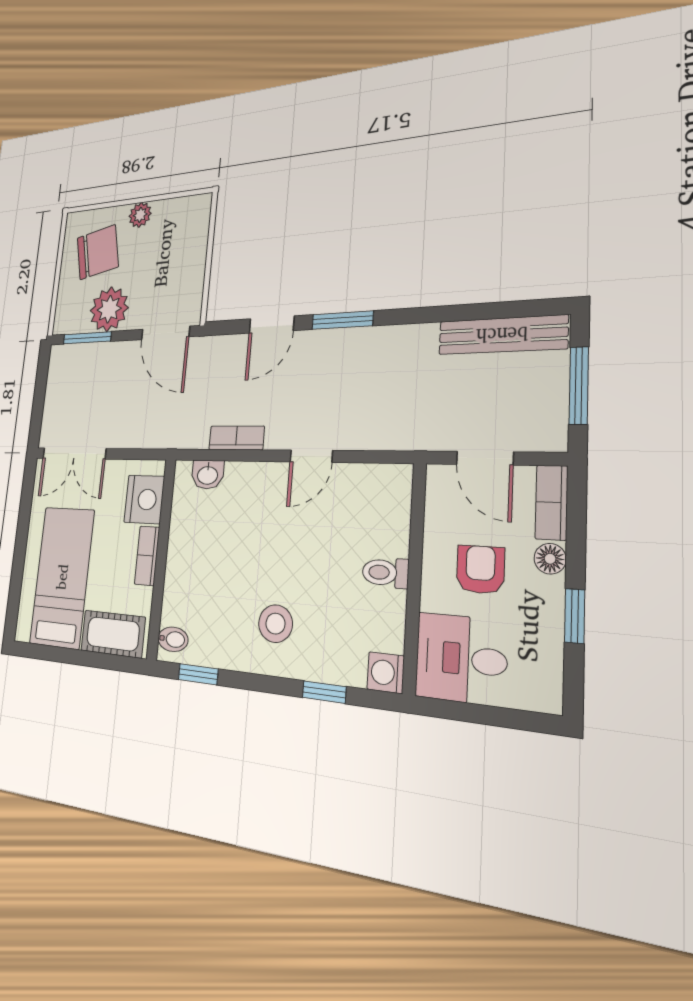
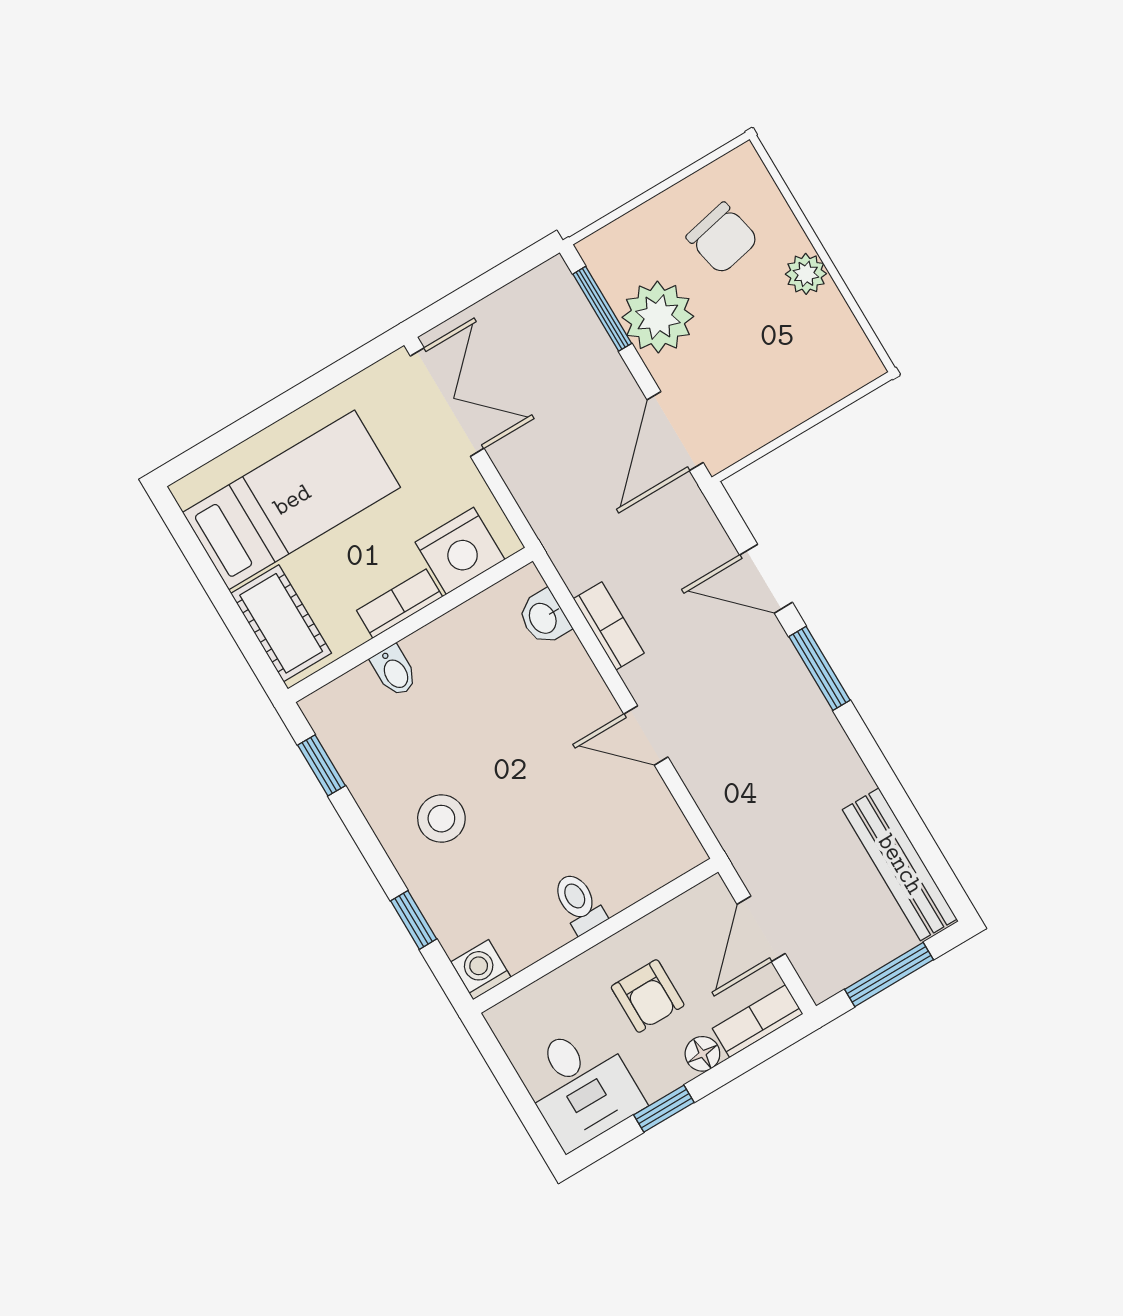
chair: (98, 252) -> (722, 238), width x0.73, depth x0.73
double door: (74, 453) -> (447, 402), swing flipped
armchair: (480, 570) -> (648, 996), turned 90
bidet: (173, 639) -> (394, 671), moved
desk: (461, 659) -> (581, 1086), moved, turned 180

